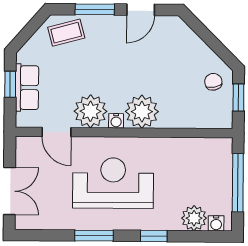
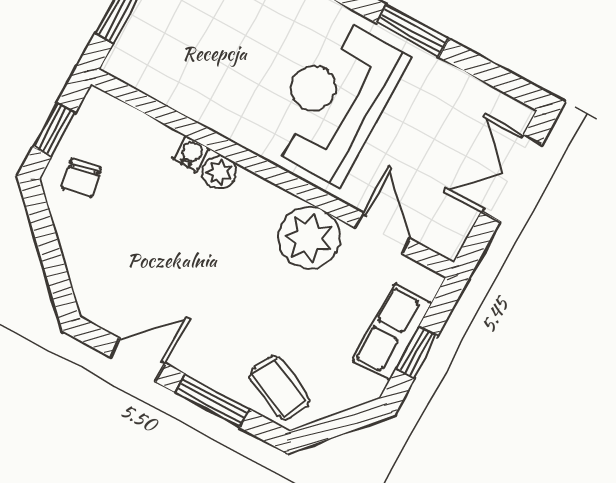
coffee table: (66, 33) -> (279, 388), turned 40
plant: (142, 112) -> (219, 172), width x0.53, depth x0.53
water cooler: (116, 121) -> (191, 154), moved
reception desk: (113, 183) -> (335, 100), turned 90

